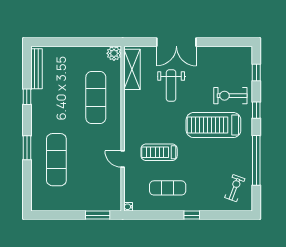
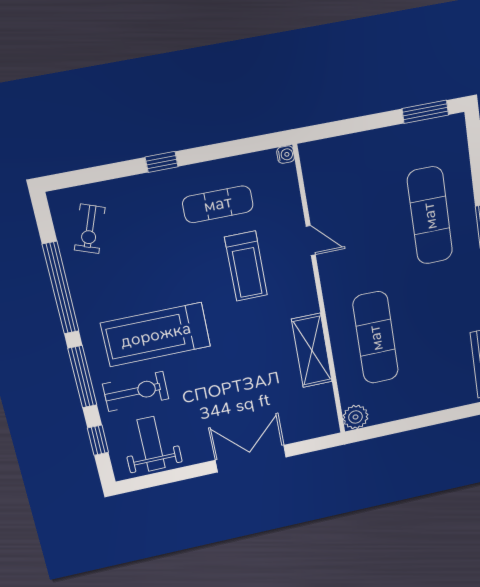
shelving: (132, 69) -> (312, 351), moved
weight bench: (171, 86) -> (151, 444), moved
window: (256, 110) -> (82, 377), width x2.17
treadmill: (213, 125) -> (156, 335), turned 180
treadmill: (159, 152) -> (246, 266), turned 90
window: (98, 215) -> (425, 112), moved

